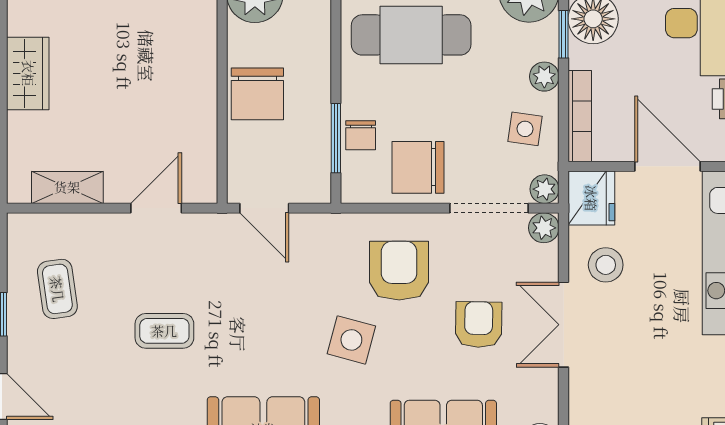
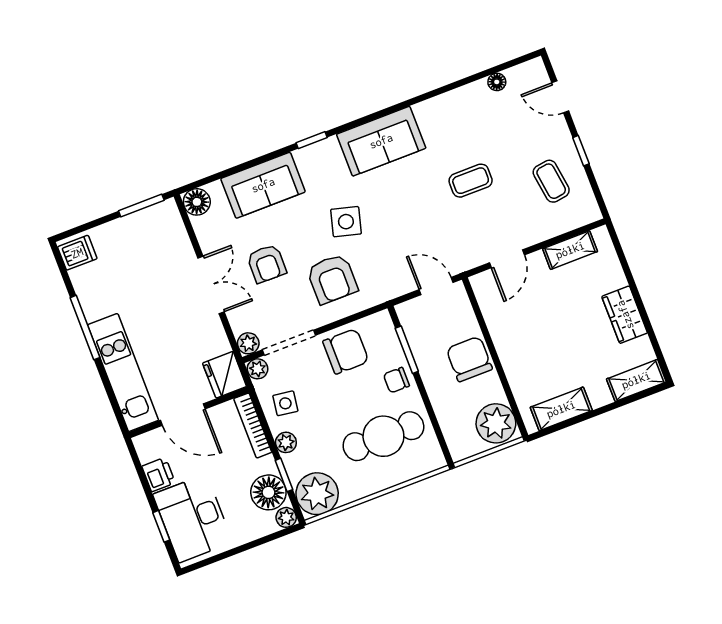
chair: (361, 135) -> (396, 380), moved, turned -90
stool: (606, 265) -> (198, 335), removed

